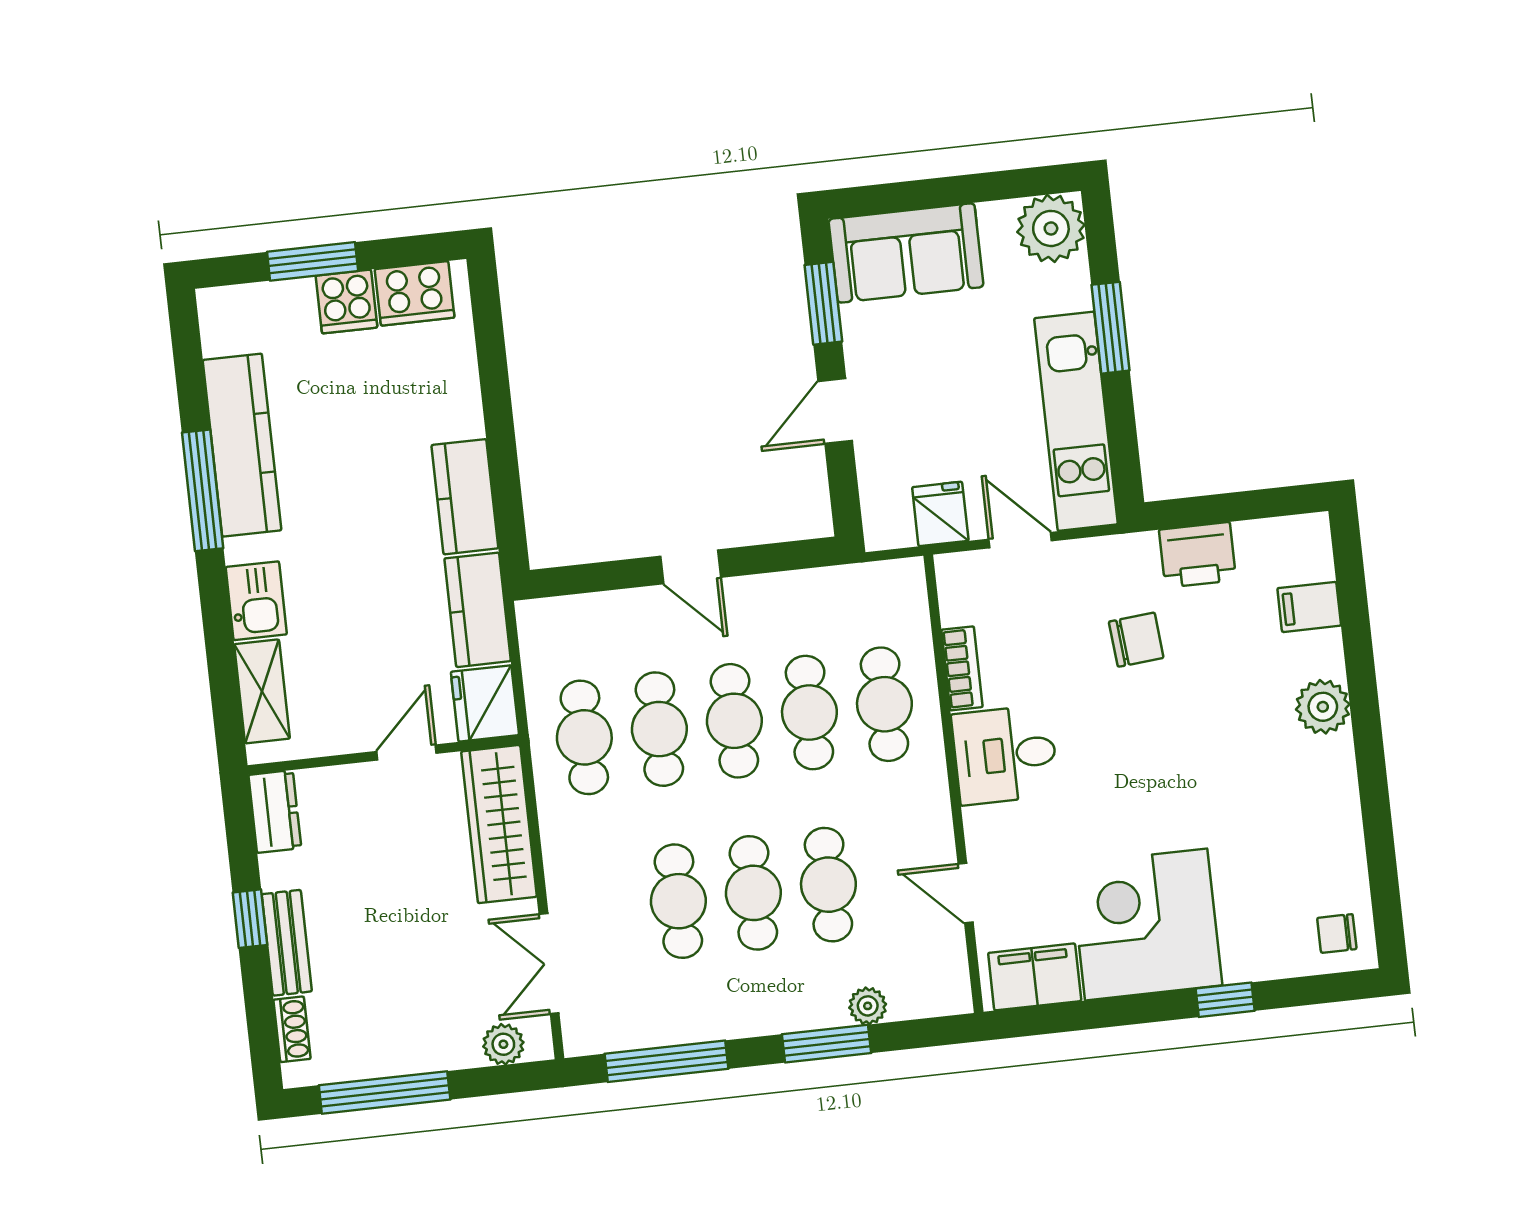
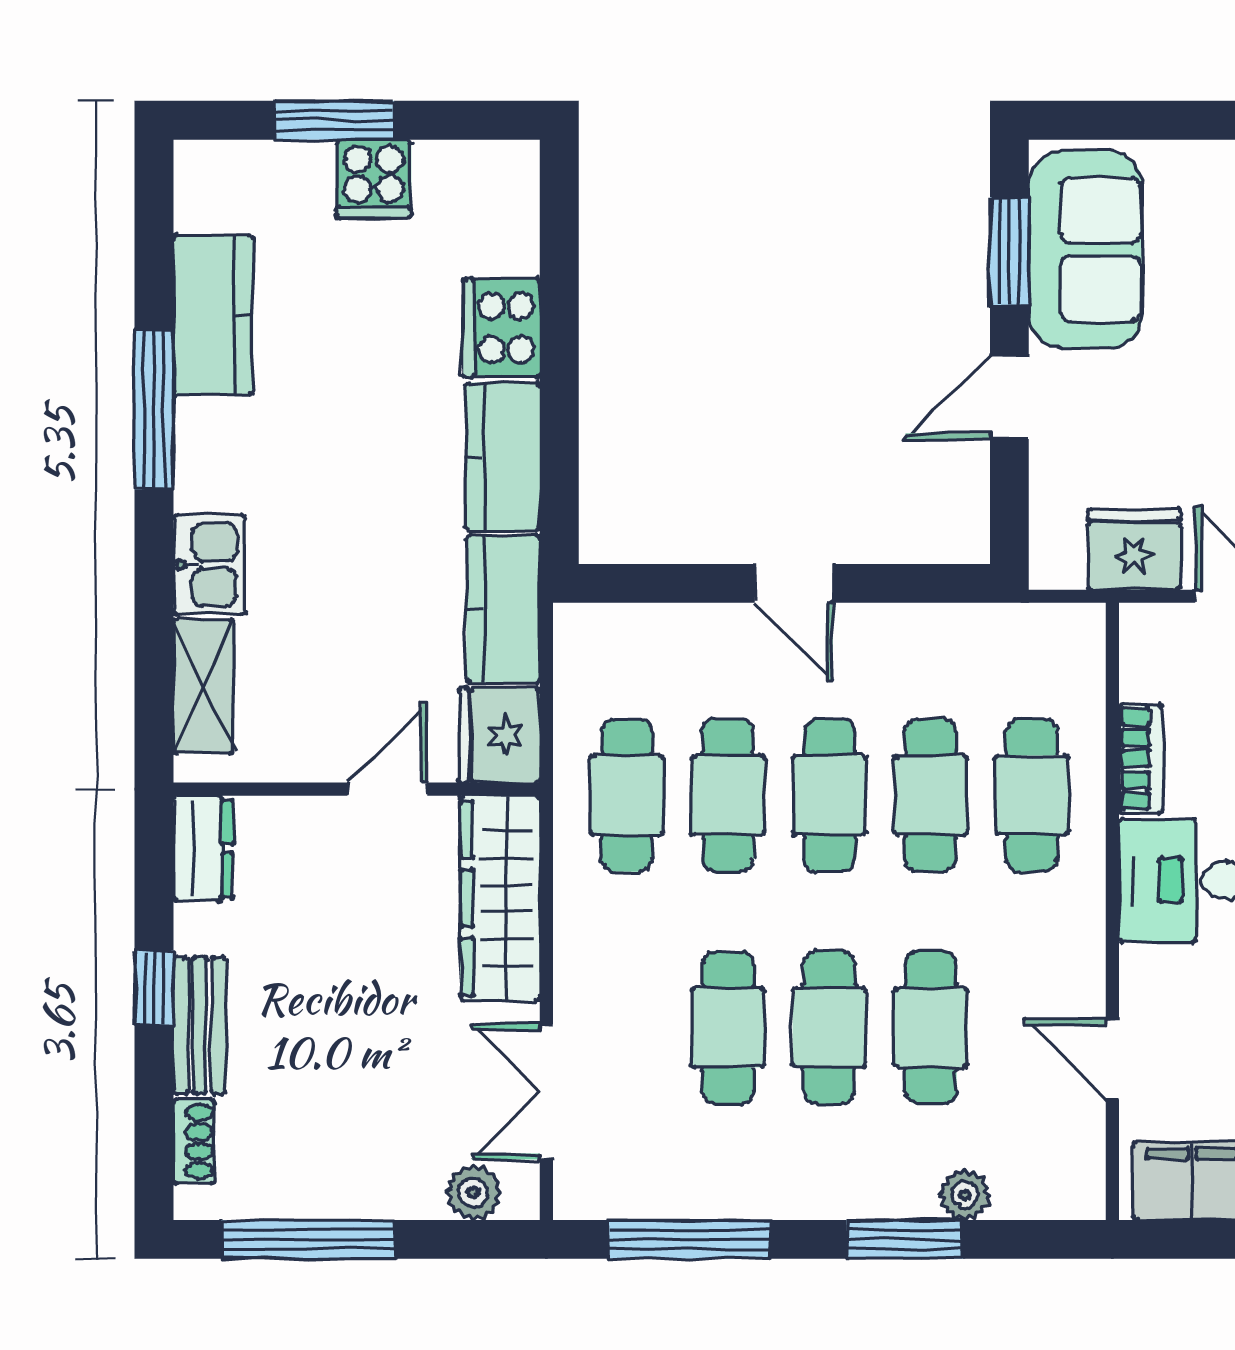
sofa: (906, 253) -> (1086, 249), moved, turned -90
cooker: (415, 293) -> (502, 328), moved, turned 90
kitchen counter: (242, 445) -> (213, 315), width x0.67
fridge: (940, 514) -> (1134, 550), width x1.38

